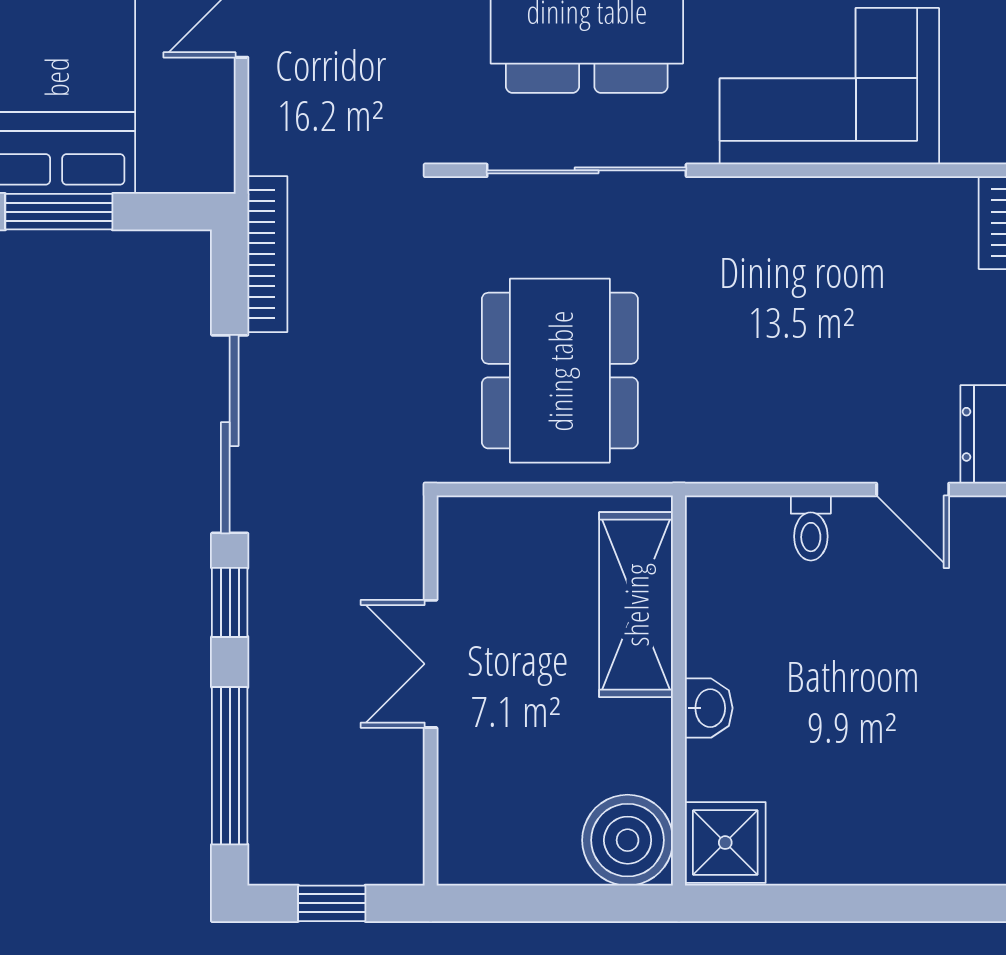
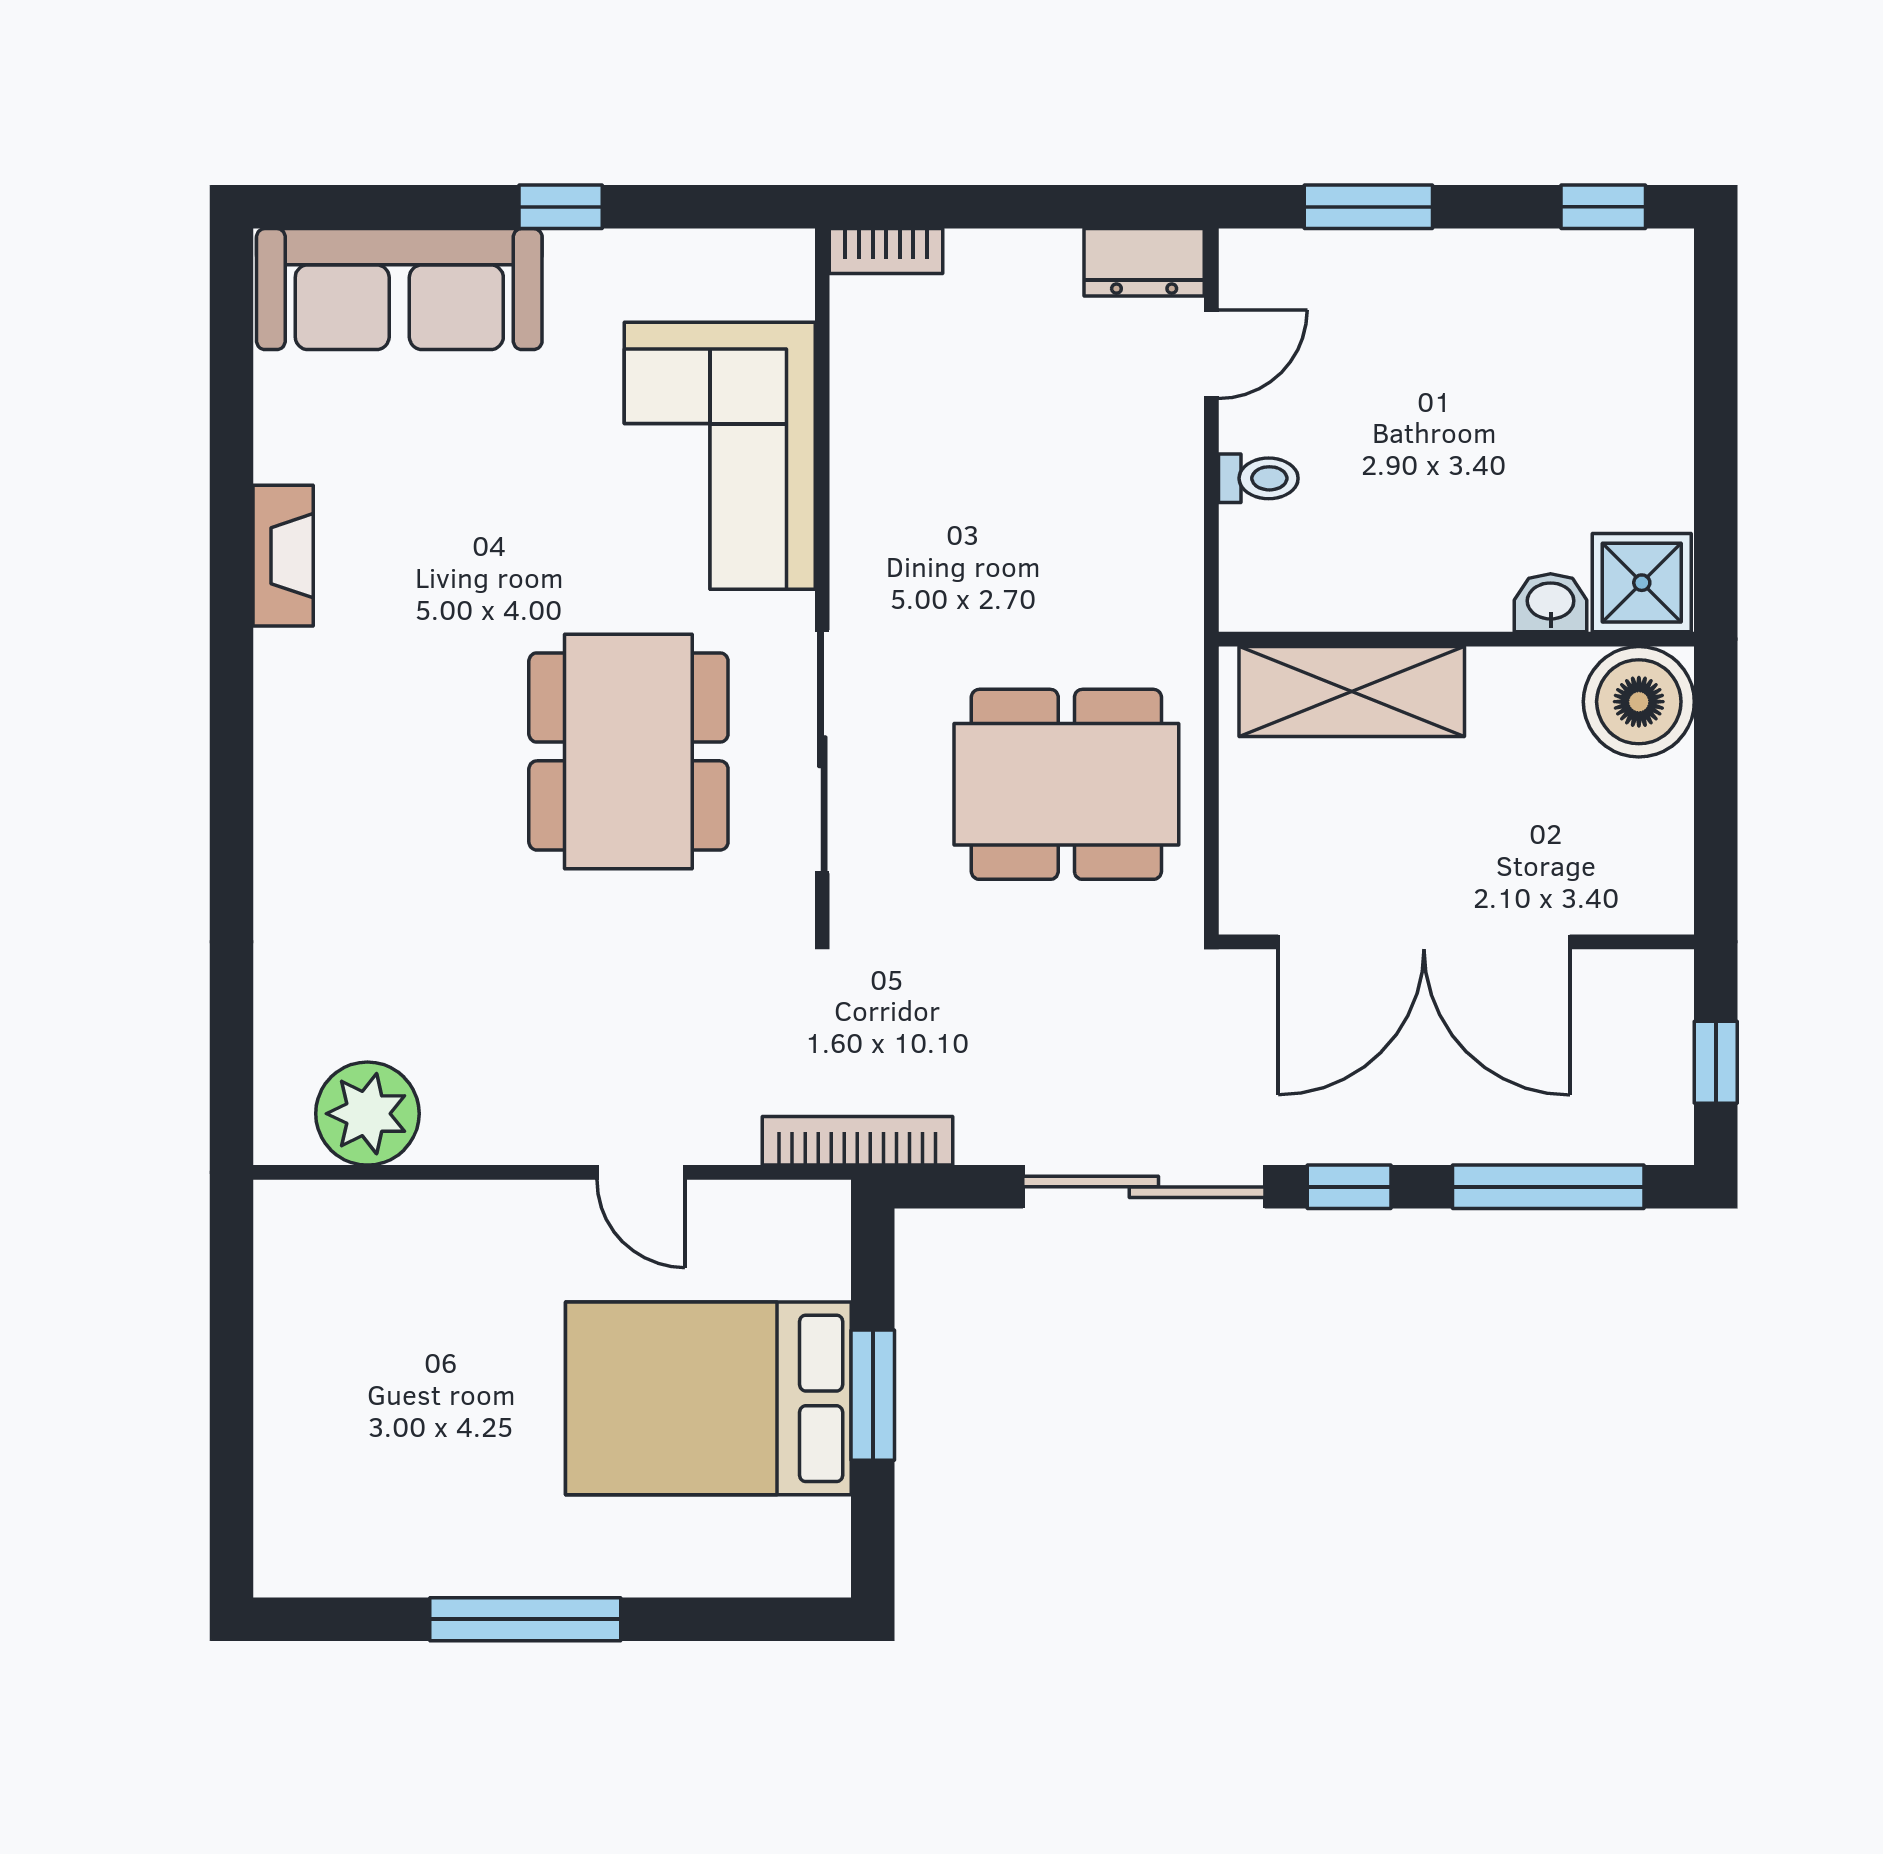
bookcase: (267, 254) -> (857, 1141), moved
double door: (431, 664) -> (1424, 942), width x1.87
washbasin: (709, 708) -> (1551, 603), moved

